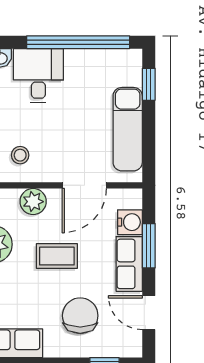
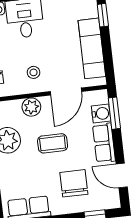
stool: (20, 155) -> (34, 72), moved
window: (149, 246) -> (114, 113), moved

